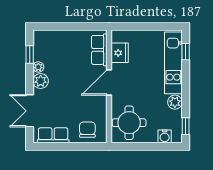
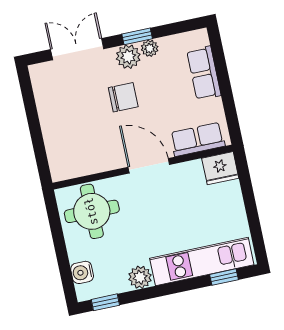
fridge: (120, 53) -> (220, 168), moved
window: (30, 54) -> (137, 36), moved
chair: (87, 130) -> (123, 97), moved
row of seats: (53, 135) -> (204, 73), moved, turned 180

